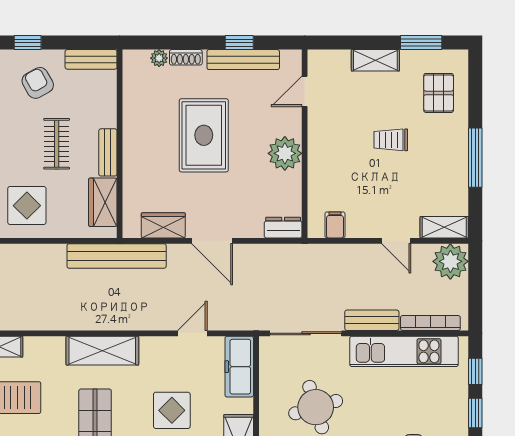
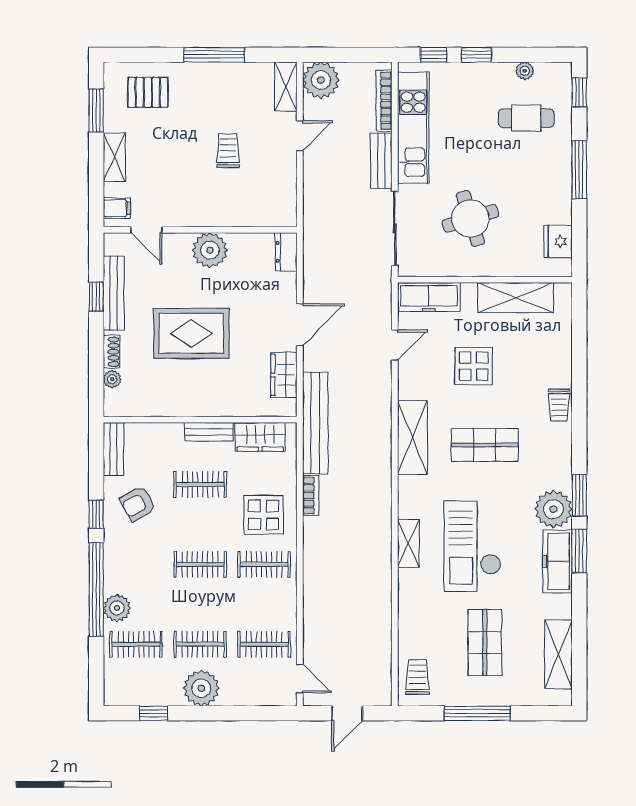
trolley: (391, 140) -> (228, 150), moved, turned 180
filing cabinet: (335, 225) -> (117, 208), moved, turned 180
bookcase: (46, 251) -> (311, 496), added
door: (192, 333) -> (395, 345), swing flipped

